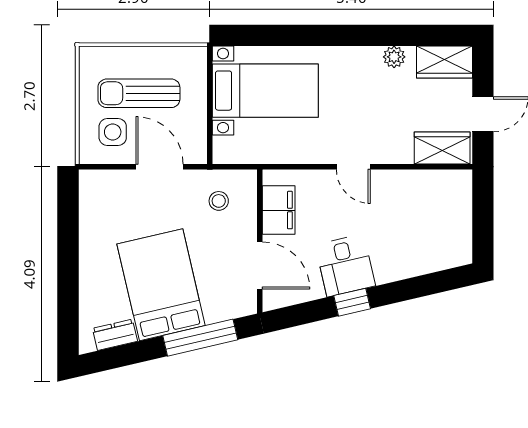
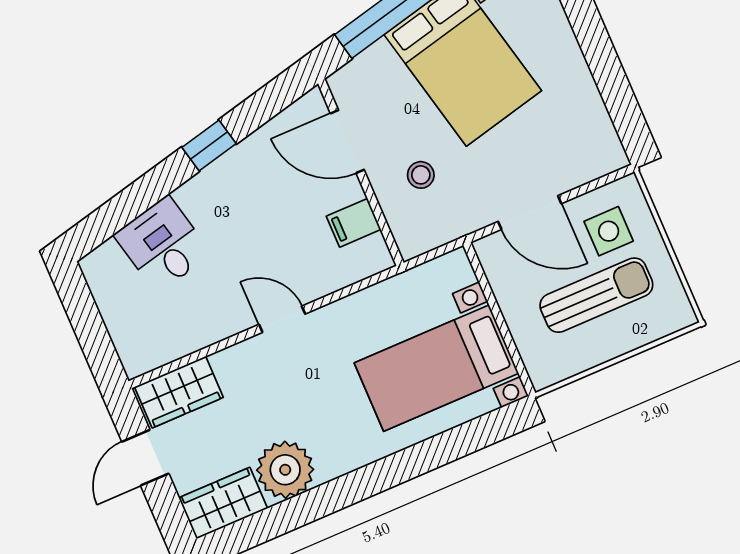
plant: (394, 57) -> (285, 470), width x1.87, depth x1.87
stool: (219, 201) -> (421, 175), moved
filing cabinet: (279, 210) -> (354, 223), width x0.50
desk: (345, 265) -> (163, 244), moved

